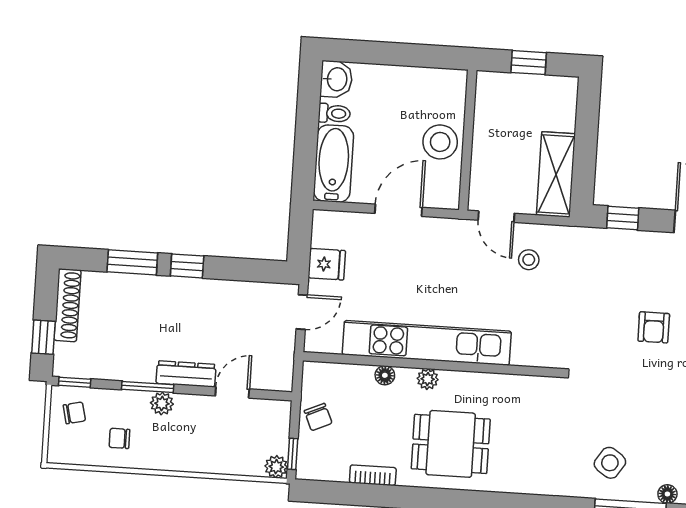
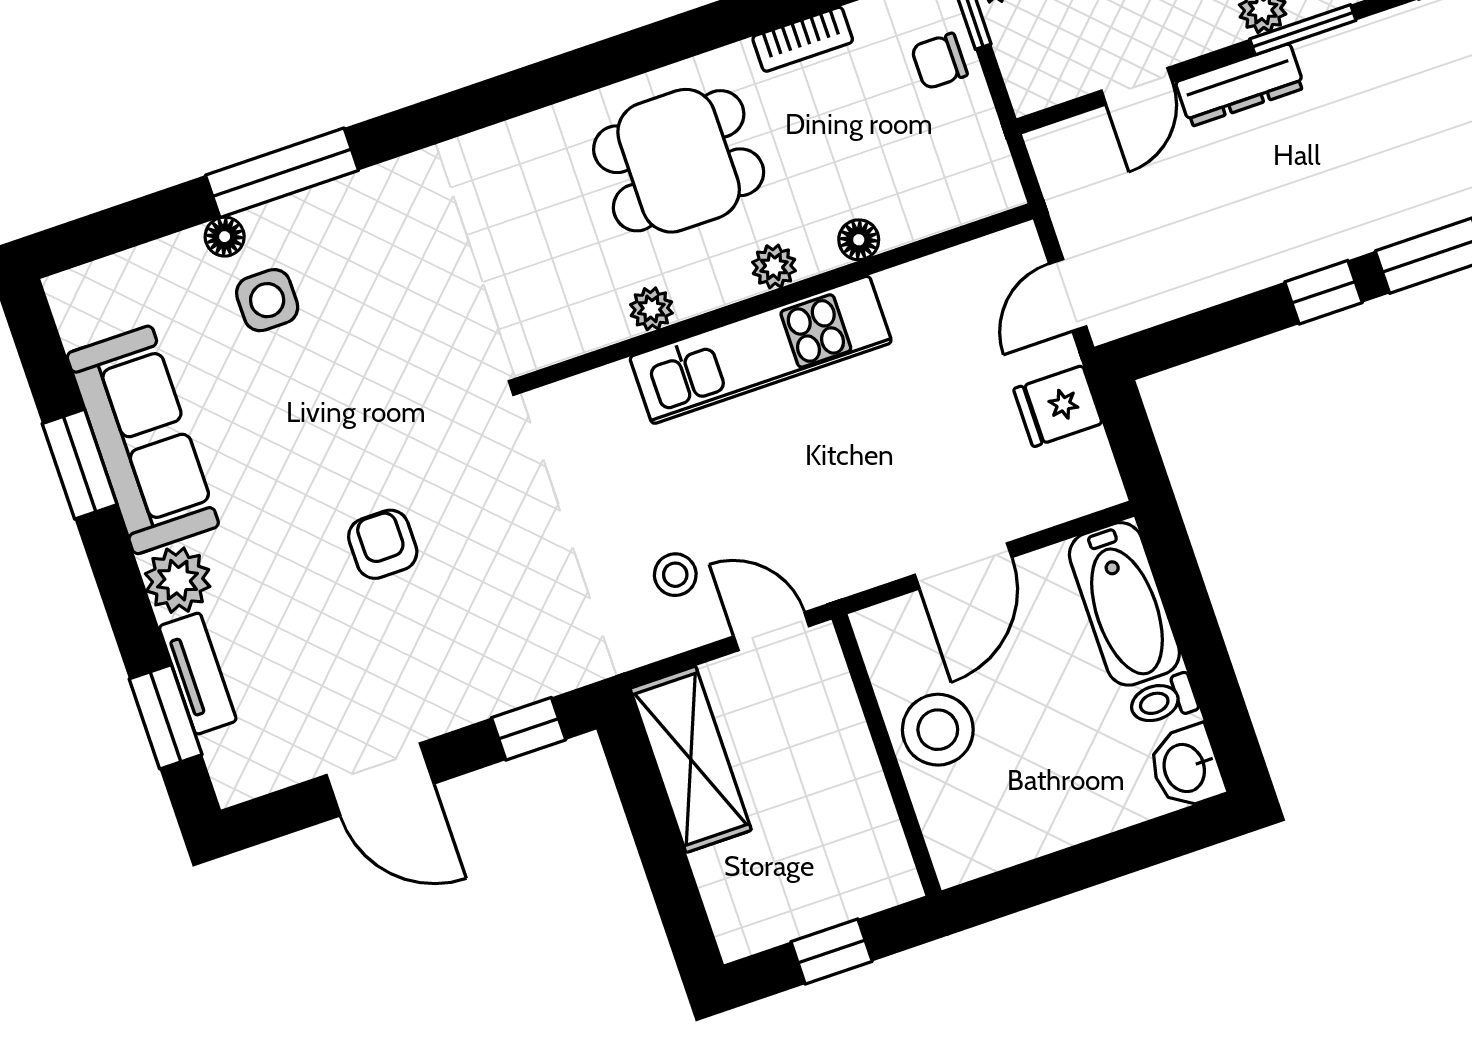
kitchen unit: (427, 343) -> (761, 350), width x0.73
plant: (490, 383) -> (651, 309), added
chair: (318, 417) -> (939, 61), moved, turned -66
side table: (610, 463) -> (267, 300), moved, turned -34

